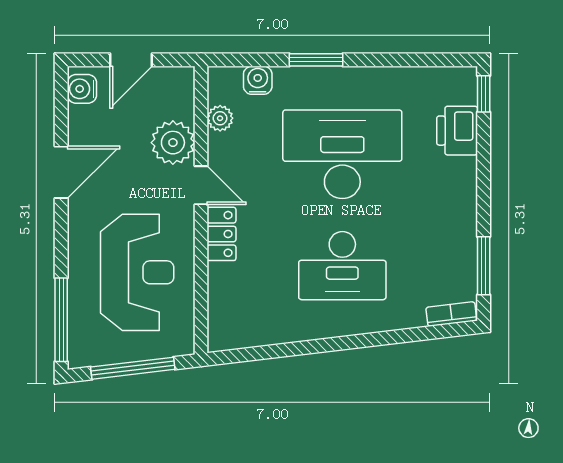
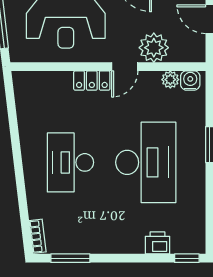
water cooler: (258, 80) -> (190, 80), moved, turned -90
printer: (457, 131) -> (157, 243), width x0.73, depth x0.81

